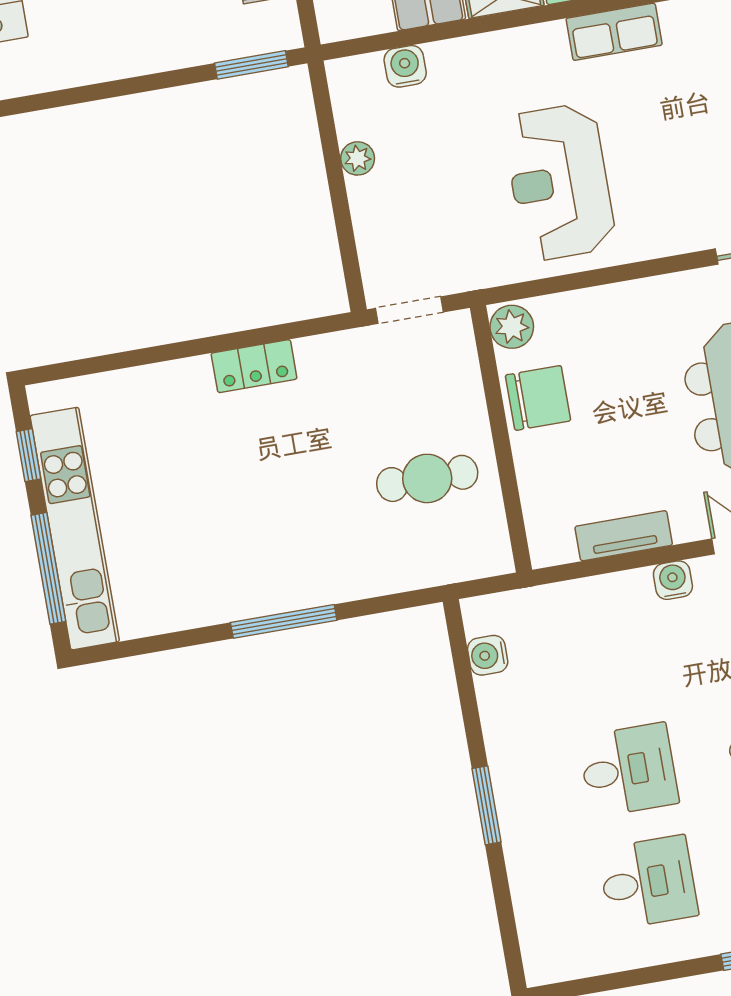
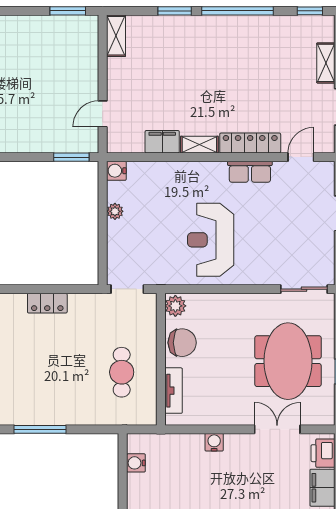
water cooler: (405, 66) -> (116, 171), moved, turned -90
cafe table: (427, 478) -> (122, 372), turned 90
tv unit: (624, 536) -> (173, 391), moved, turned 90
water cooler: (673, 580) -> (214, 442), moved

